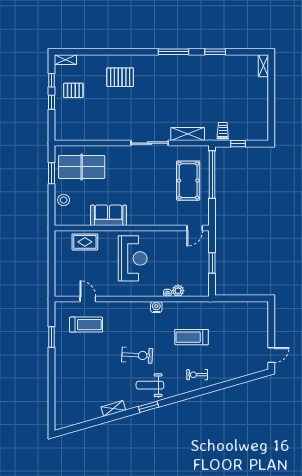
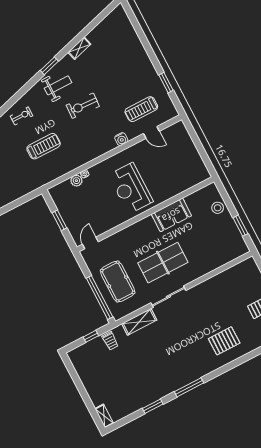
table tennis table: (82, 167) -> (163, 263), moved
rug: (85, 242) -> (180, 181), removed
water cooler: (156, 307) -> (121, 139), moved

